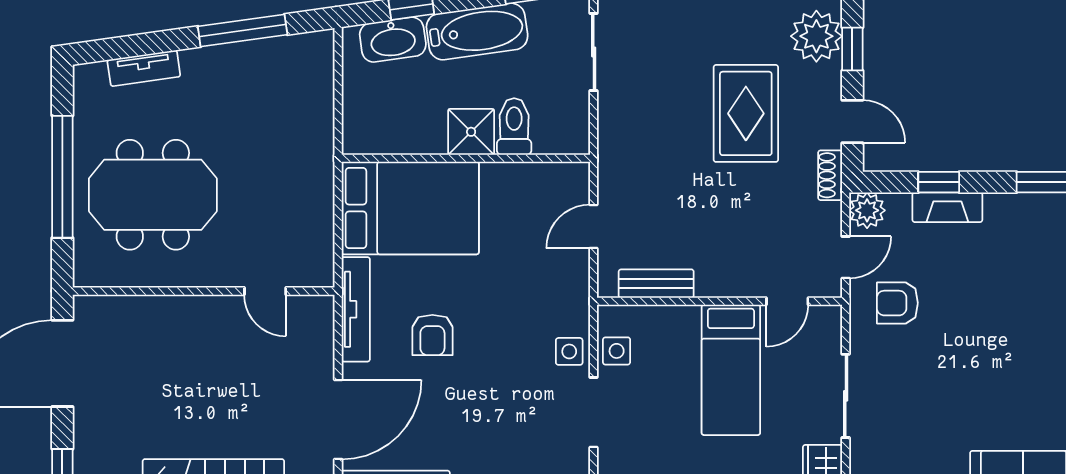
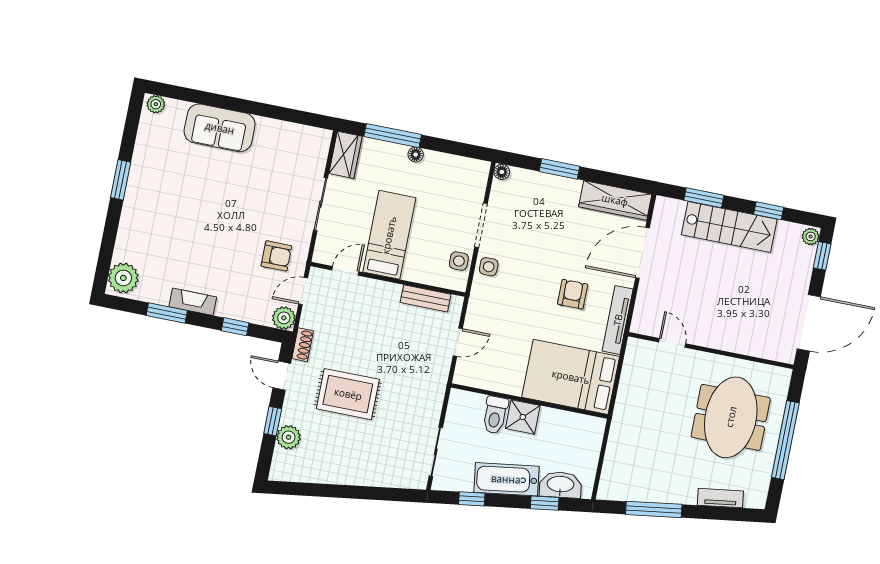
plant: (816, 36) -> (289, 437), width x0.73, depth x0.73
rug: (746, 113) -> (348, 394), turned 90
meeting table: (153, 195) -> (731, 417), turned 90
fireplace: (947, 207) -> (193, 302), moved

